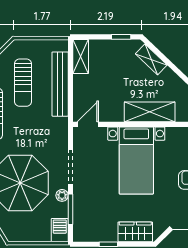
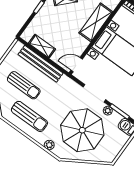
shelving: (81, 57) -> (42, 46), moved
door: (88, 124) -> (77, 65), hinge flipped

